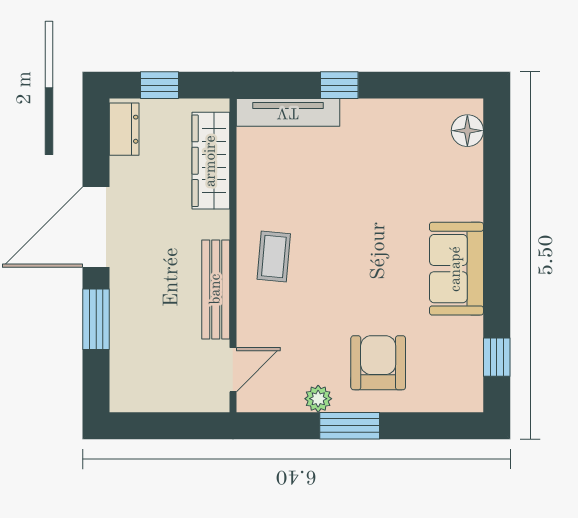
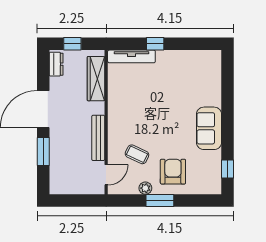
floor lamp: (467, 131) -> (214, 65), removed
coffee table: (274, 256) -> (137, 154), moved, turned -70

